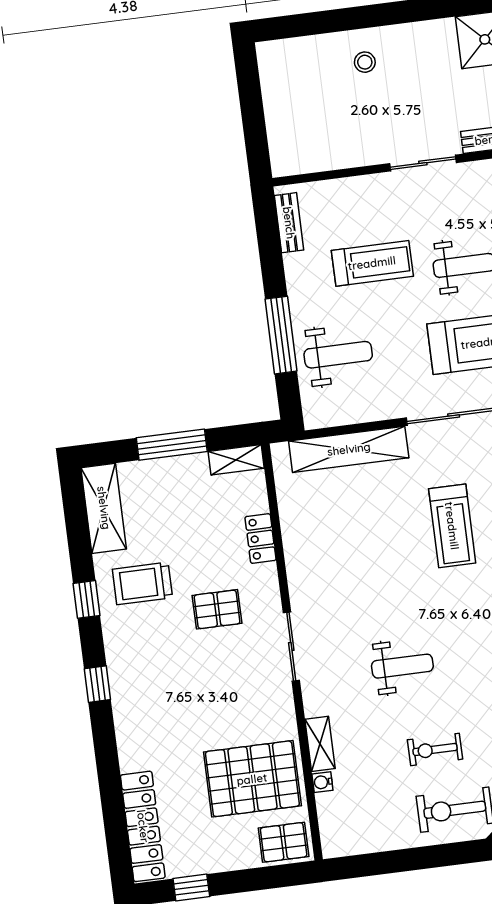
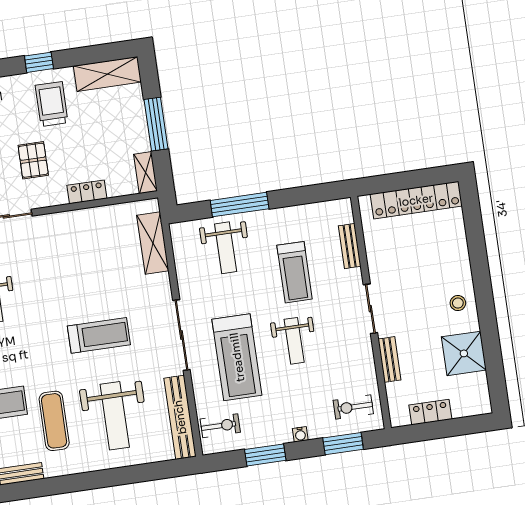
stool: (365, 62) -> (458, 303), moved
locker: (279, 99) -> (416, 200), added
bench: (289, 223) -> (350, 246), moved, turned 90
shelving: (349, 449) -> (153, 243), width x0.68
treadmill: (452, 526) -> (99, 335), turned 180

